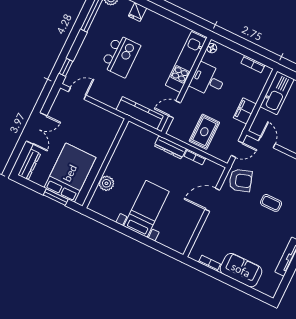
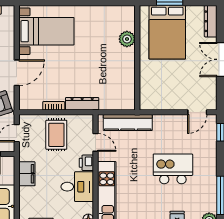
kitchen island: (121, 56) -> (173, 169), turned 90
printer: (191, 96) -> (86, 163), added
door: (175, 109) -> (96, 142), hinge flipped
bed with nightstands: (146, 209) -> (46, 31), moved, turned -90

